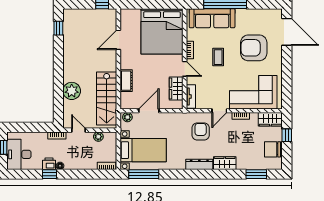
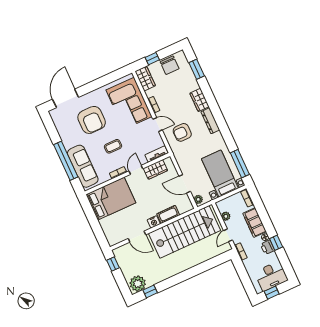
bed: (162, 31) -> (111, 199), width x0.73
nightstand: (125, 63) -> (154, 222), added
plant: (72, 91) -> (138, 284), moved
stairs: (107, 99) -> (185, 232), width x1.36, depth x1.51
filing cabinet: (79, 162) -> (255, 223), added

